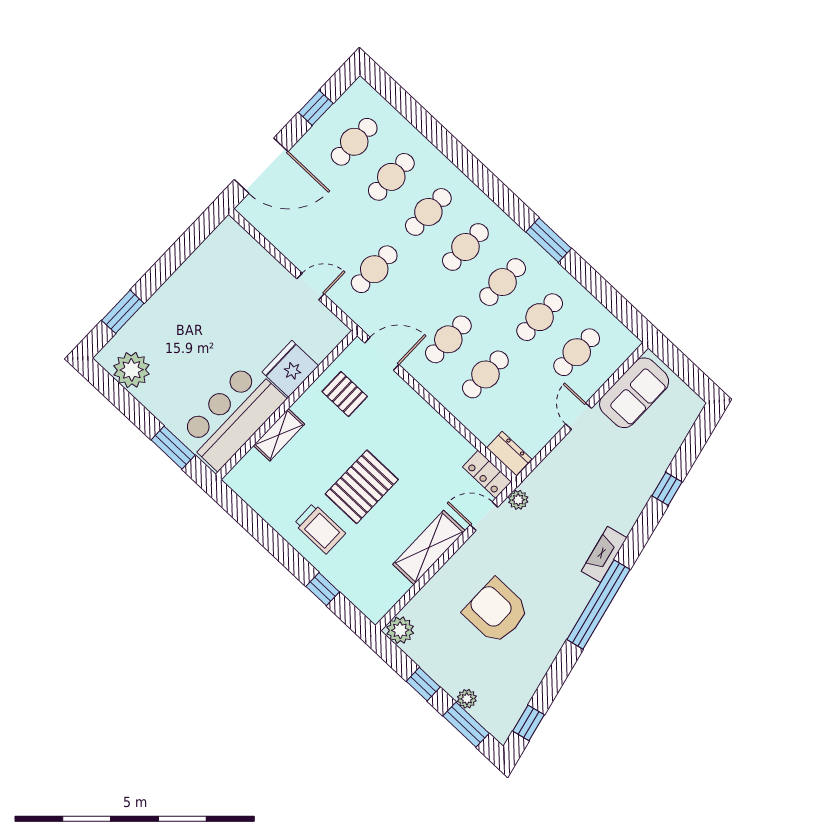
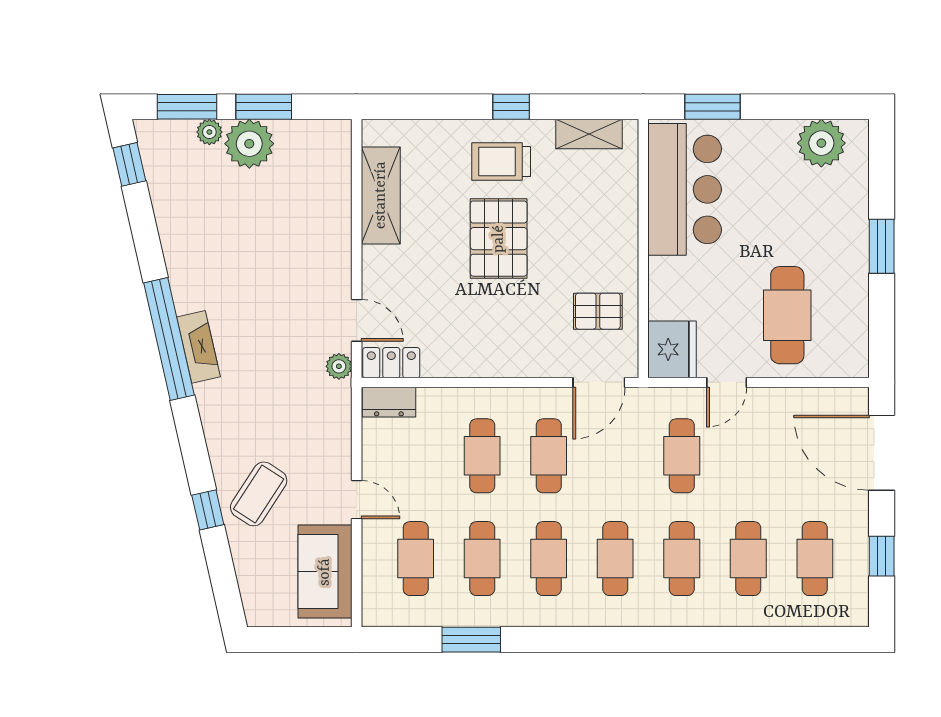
door: (261, 166) -> (882, 453), hinge flipped
window: (549, 240) -> (471, 640), moved
cafe table: (241, 292) -> (787, 315), added
window: (123, 312) -> (882, 246), moved
fridge: (290, 369) -> (672, 349), moved
shelving: (279, 435) -> (589, 134), moved, turned 90
coffee table: (630, 471) -> (259, 494), added
door: (484, 516) -> (357, 320), hinge flipped
shelving: (429, 547) -> (381, 195), moved
fireplace: (604, 554) -> (199, 347), moved
window: (323, 589) -> (511, 107), moved
armchair: (496, 611) -> (260, 241), removed
plant: (400, 630) -> (249, 144), moved, width x1.36, depth x1.36
window: (423, 684) -> (264, 107), width x1.50

